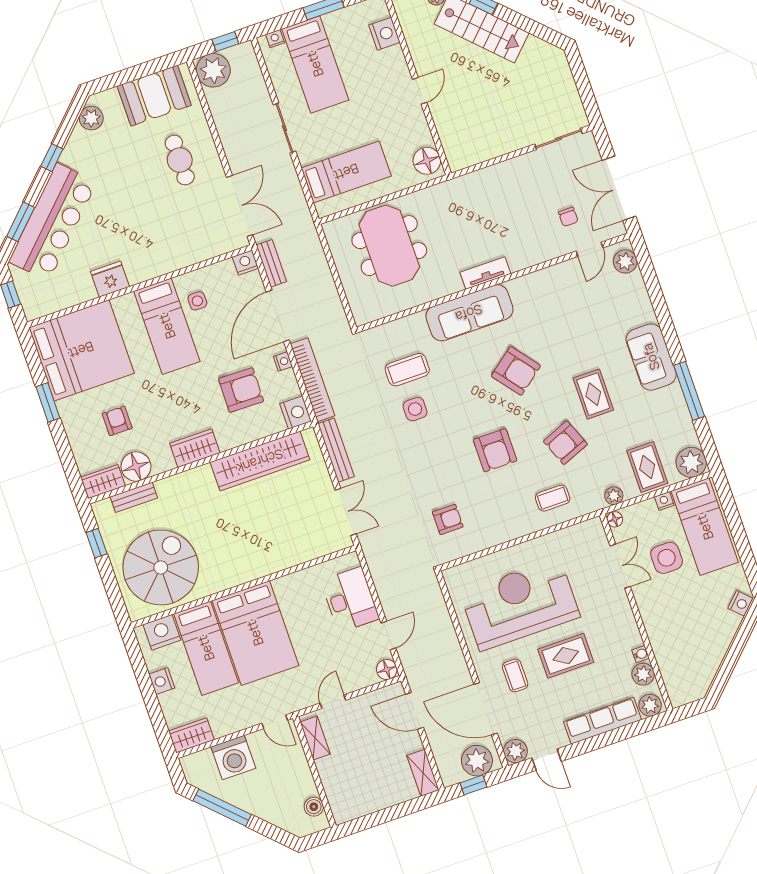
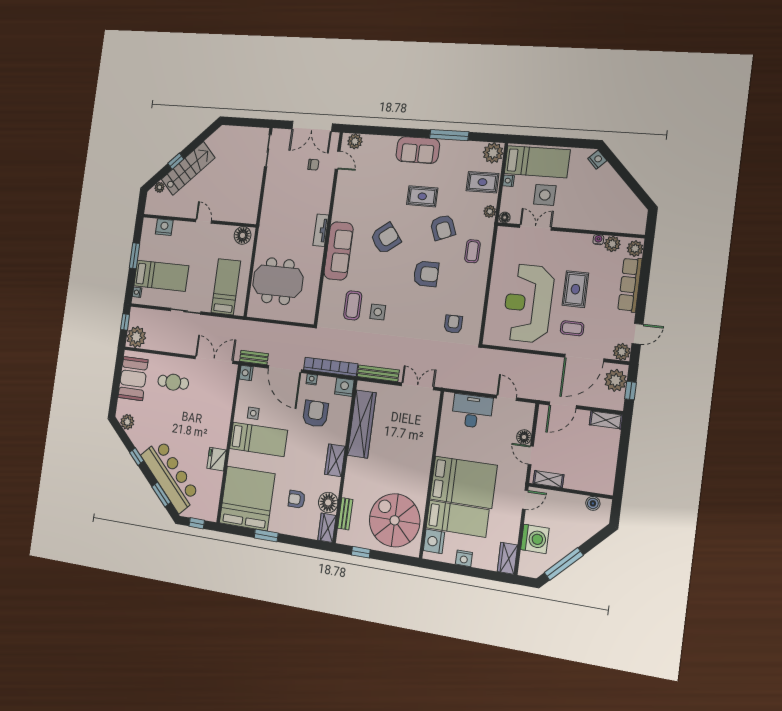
floor lamp: (387, 670) -> (524, 437), moved

